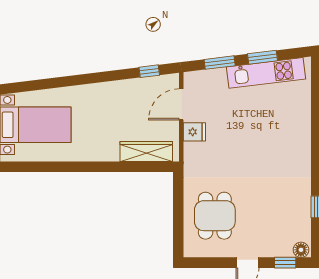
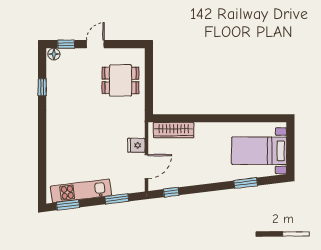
window: (262, 57) -> (68, 205), moved
window: (53, 83) -> (246, 183), added
dining table: (215, 216) -> (120, 80), turned 90

